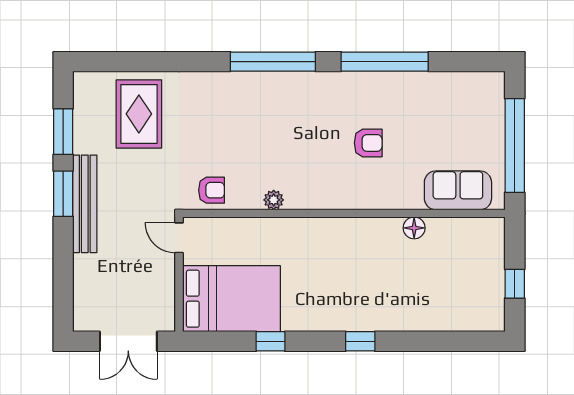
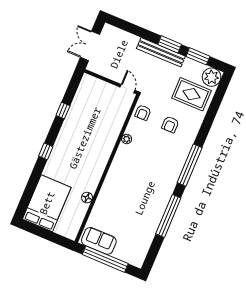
plant: (91, 90) -> (212, 77), added
armchair: (368, 143) -> (170, 124), moved
sofa: (458, 190) -> (99, 241), moved, turned -90
door: (179, 238) -> (127, 89), hinge flipped
window: (515, 284) -> (42, 233), removed
bed: (231, 299) -> (47, 203), moved, turned 180

